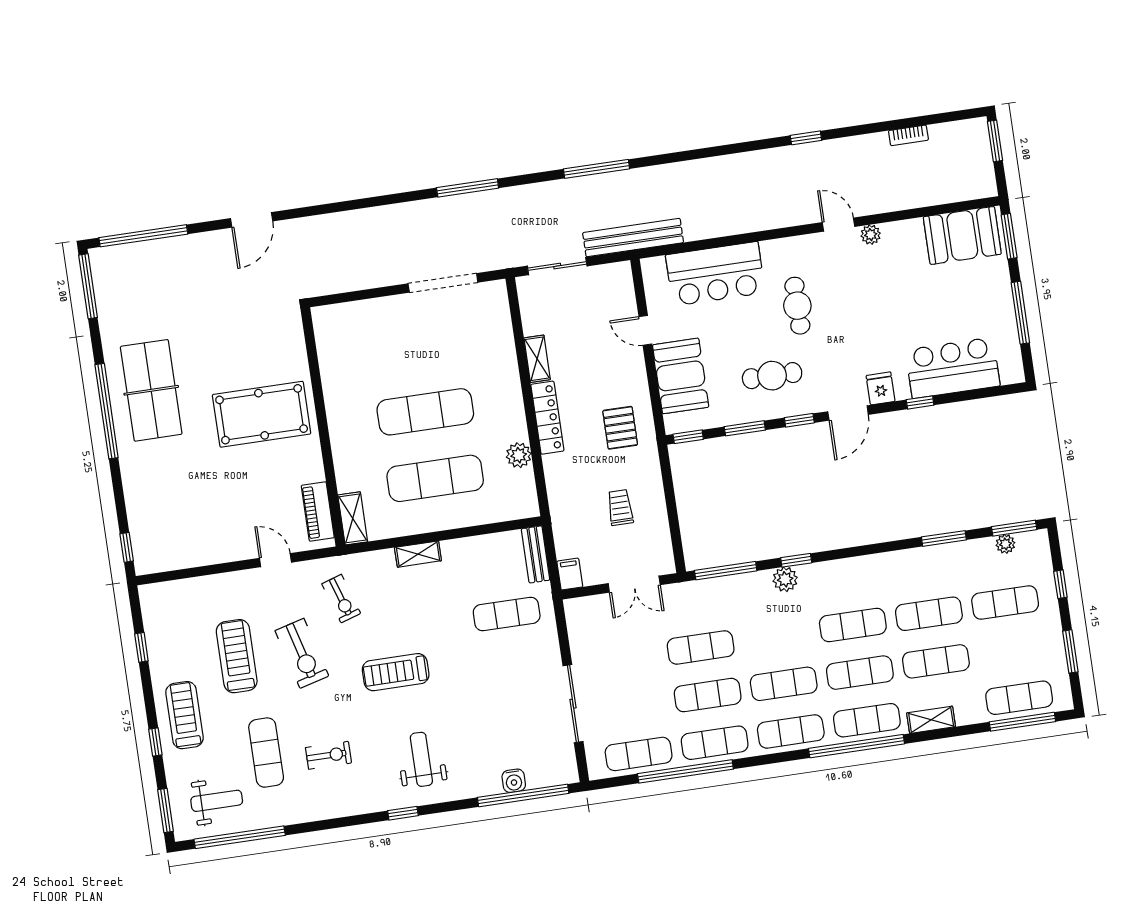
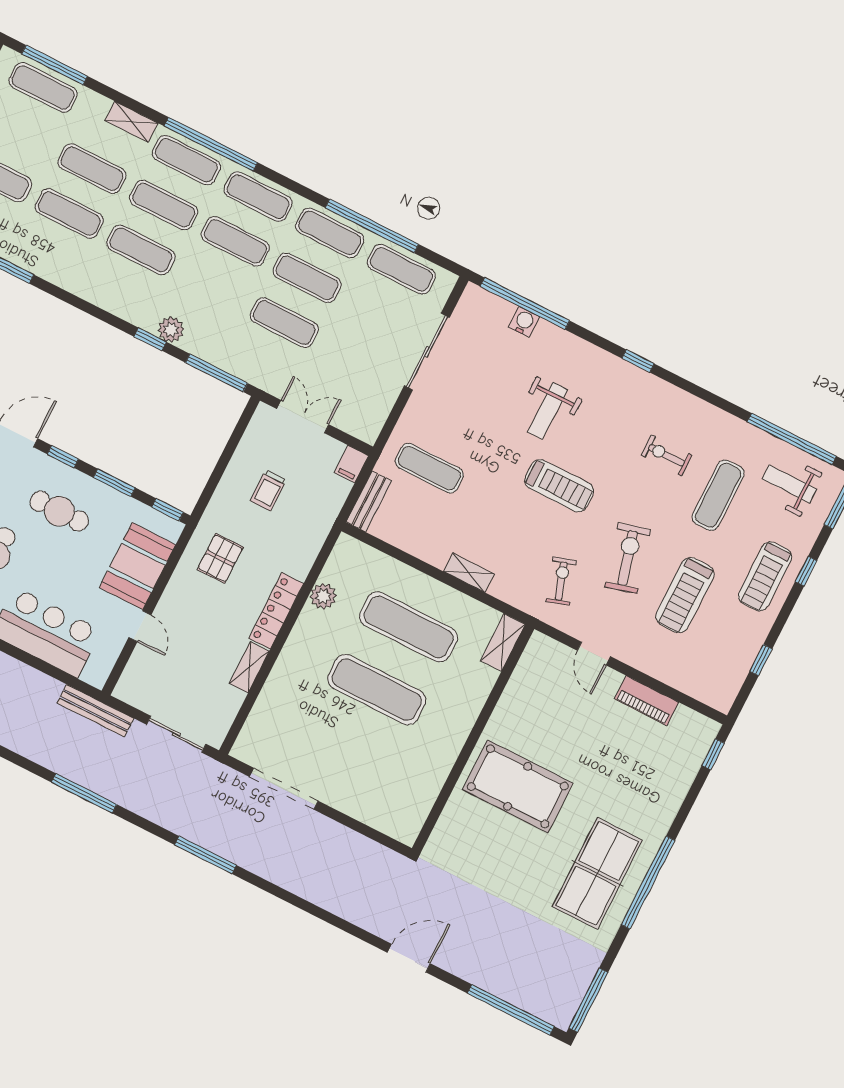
bench: (633, 238) -> (95, 711), width x0.73, depth x0.82
piano: (318, 512) -> (646, 701), moved, turned 90
weight bench: (421, 759) -> (548, 411), moved

